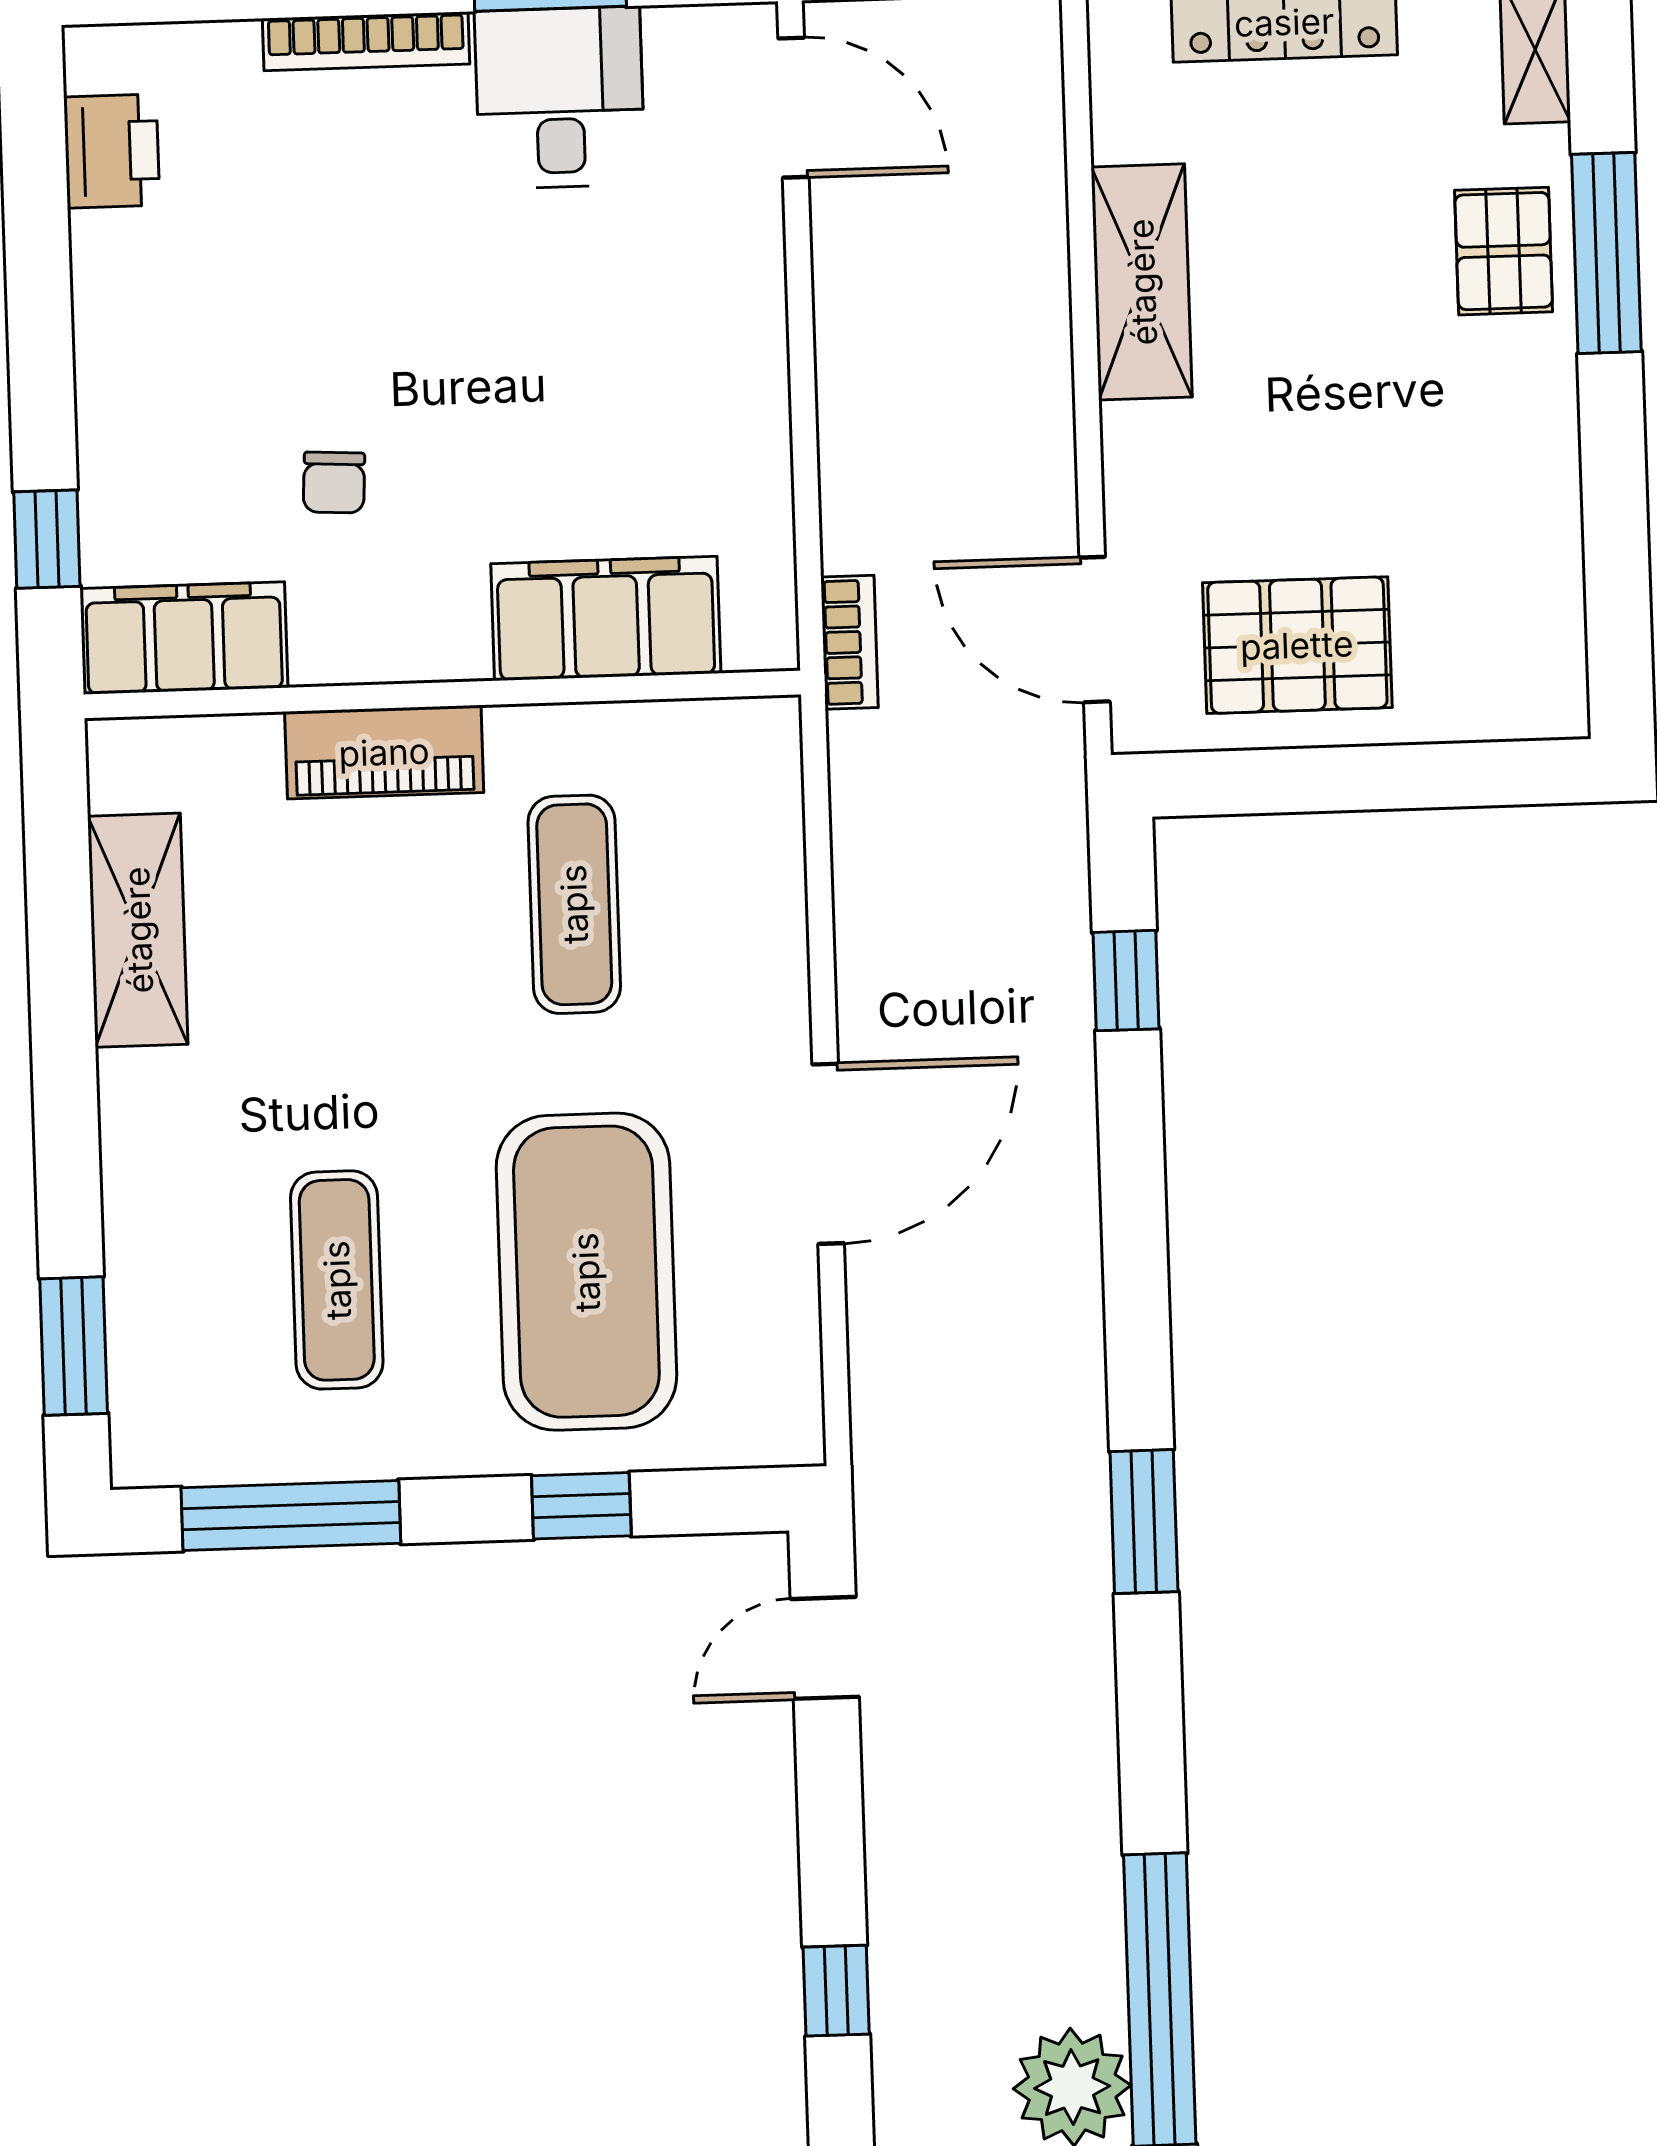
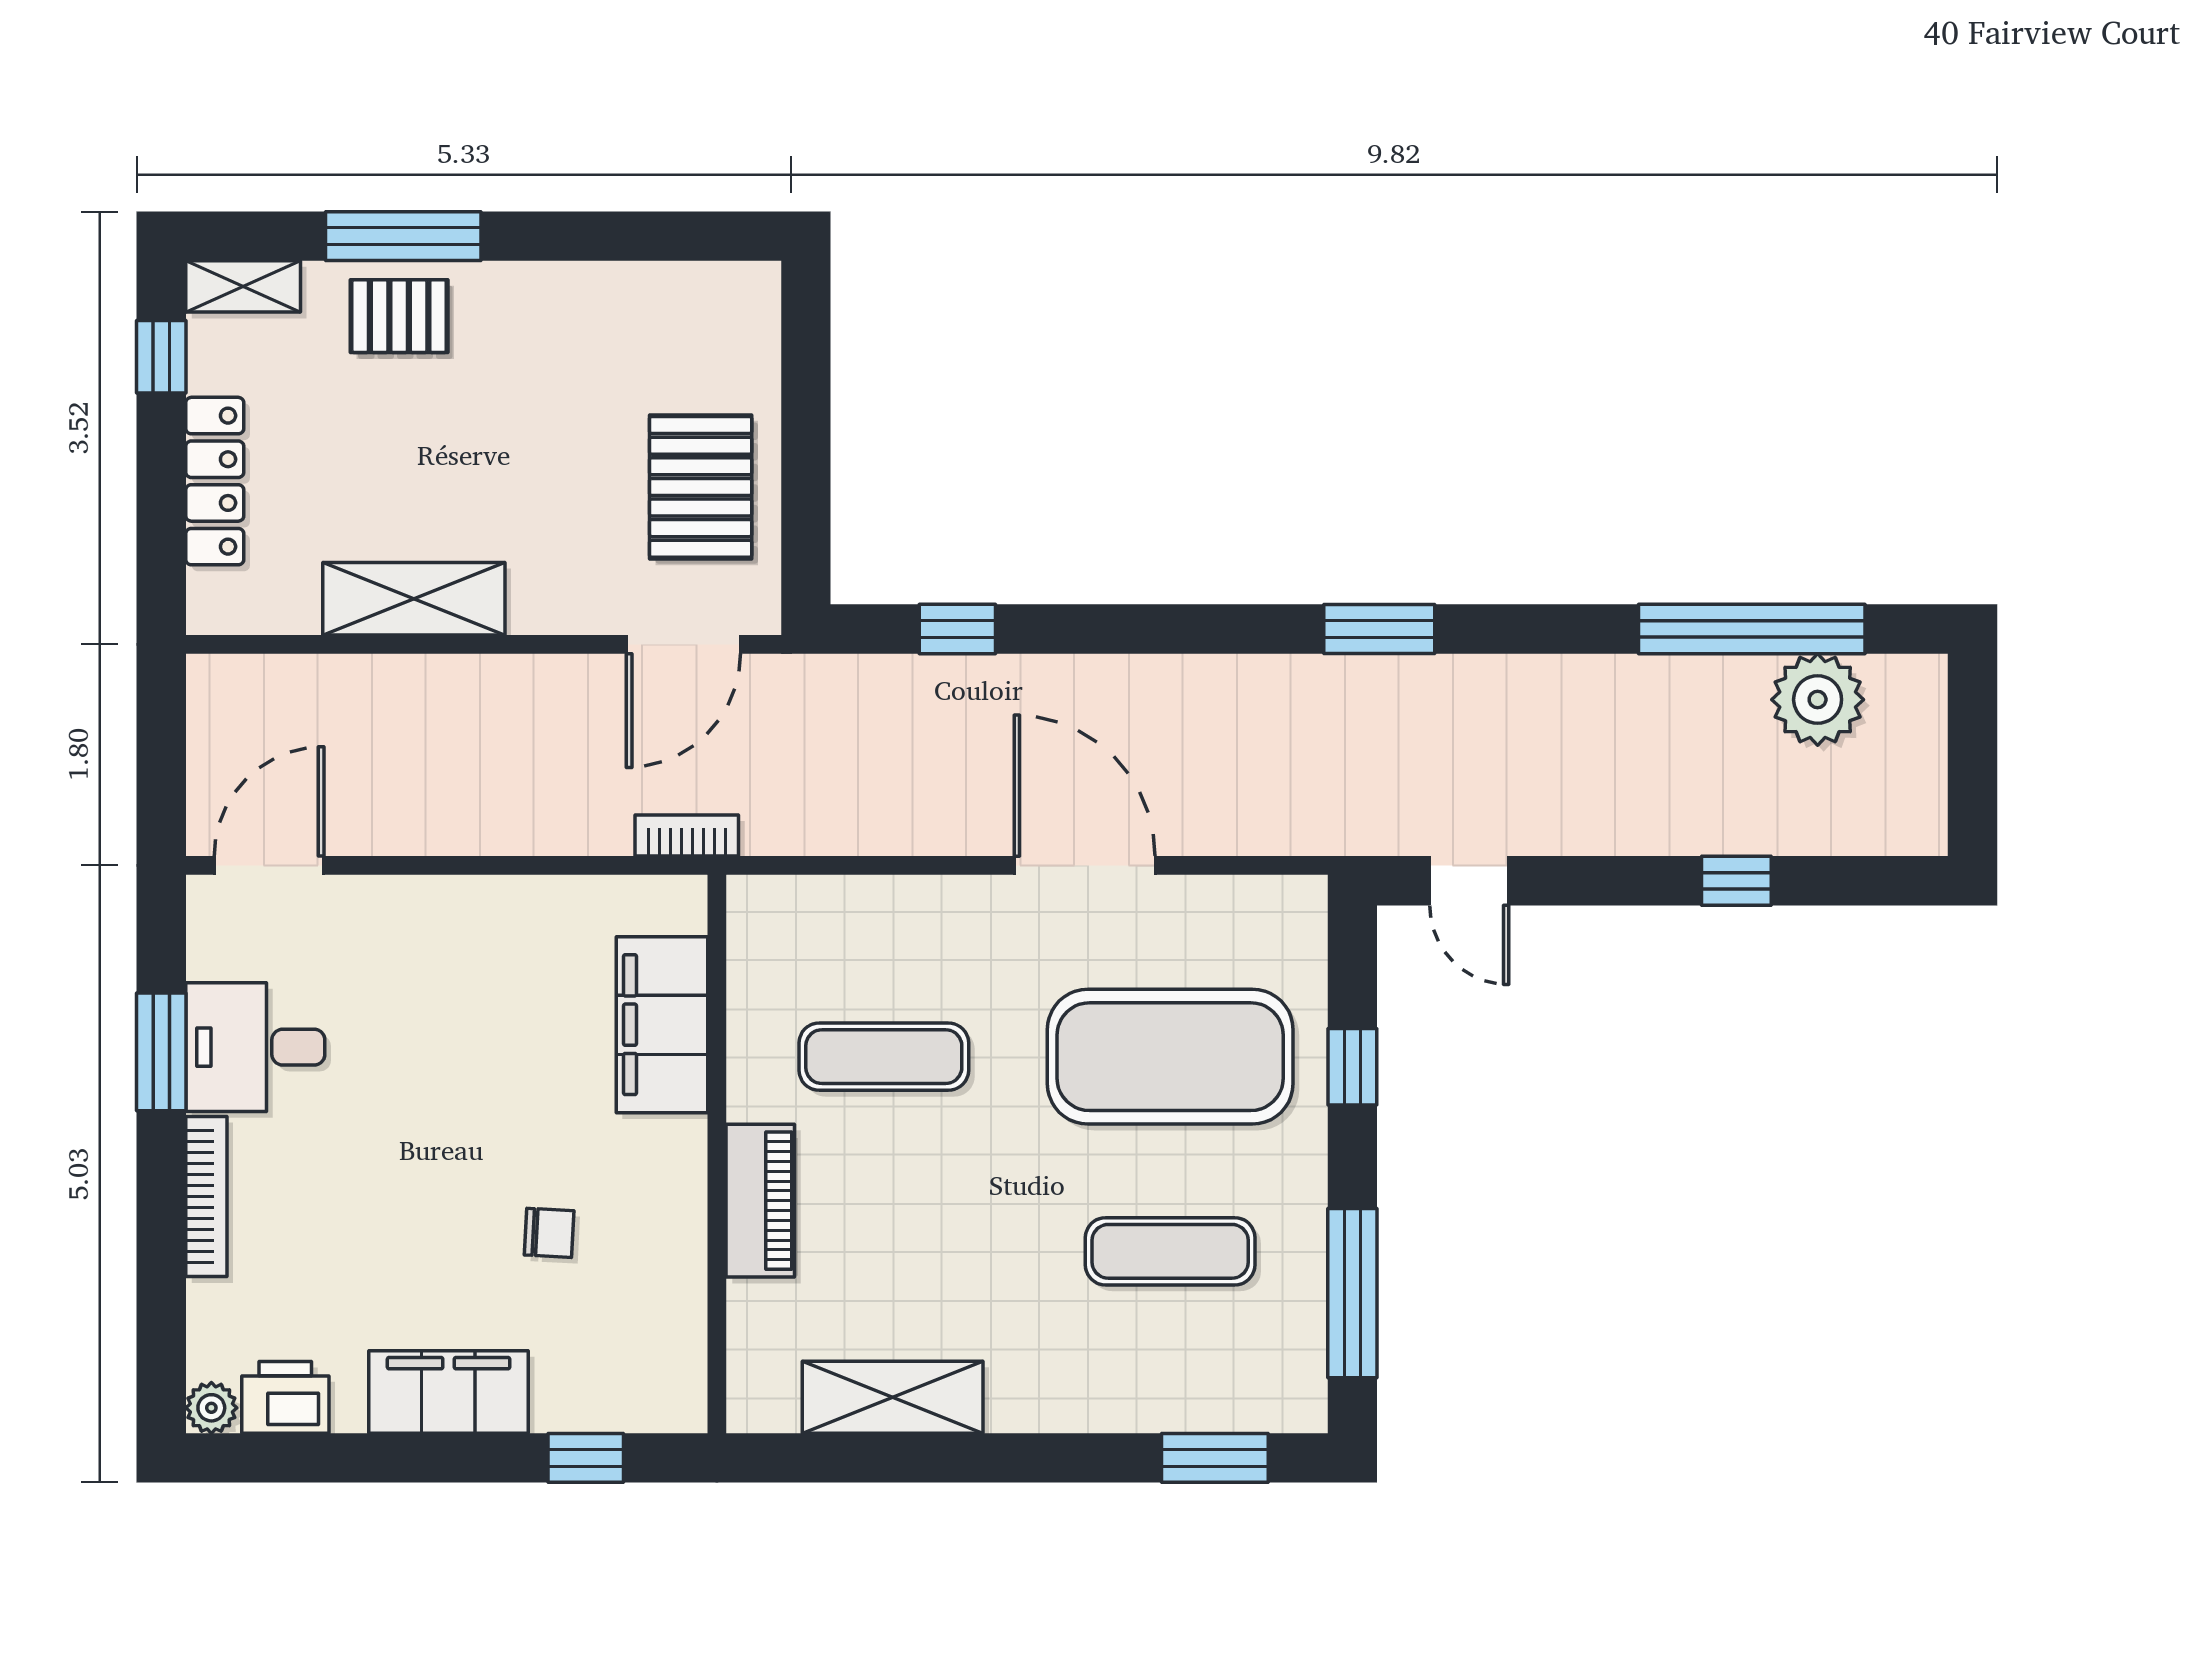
plant: (95, 57) -> (211, 1408), added
filing cabinet: (184, 638) -> (449, 1392), moved, turned 90

